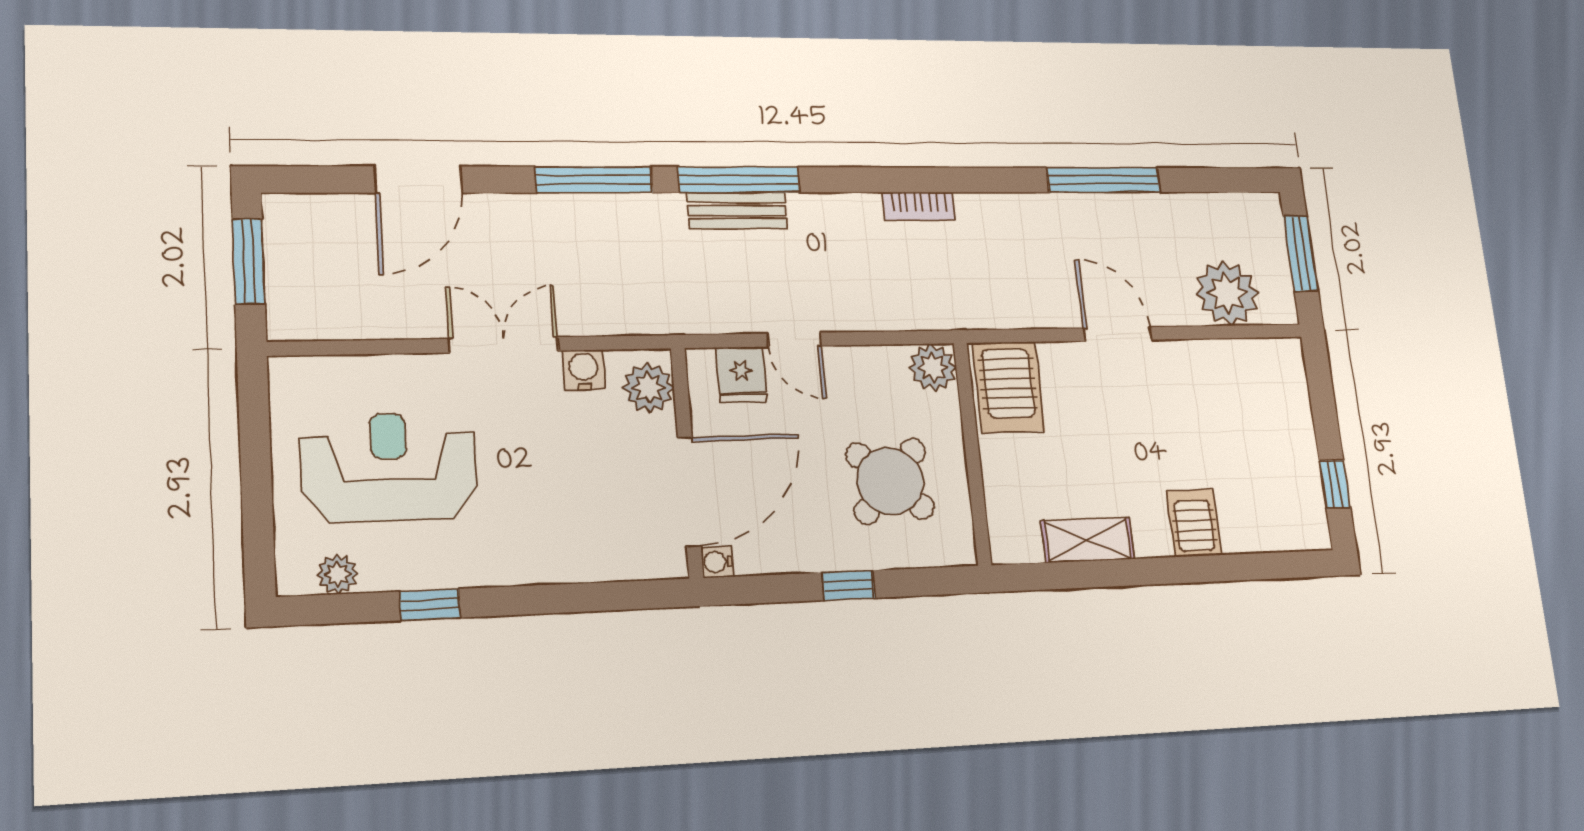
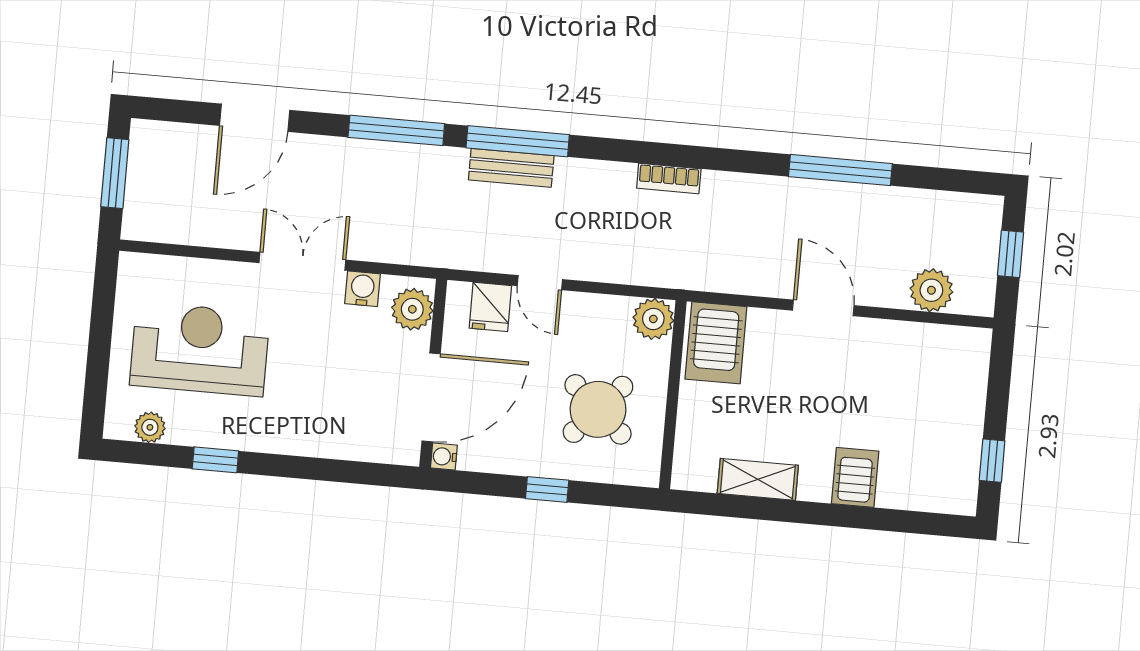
window: (1301, 254) -> (1011, 254), width x0.67
plant: (1227, 293) -> (931, 290), width x0.73, depth x0.73

